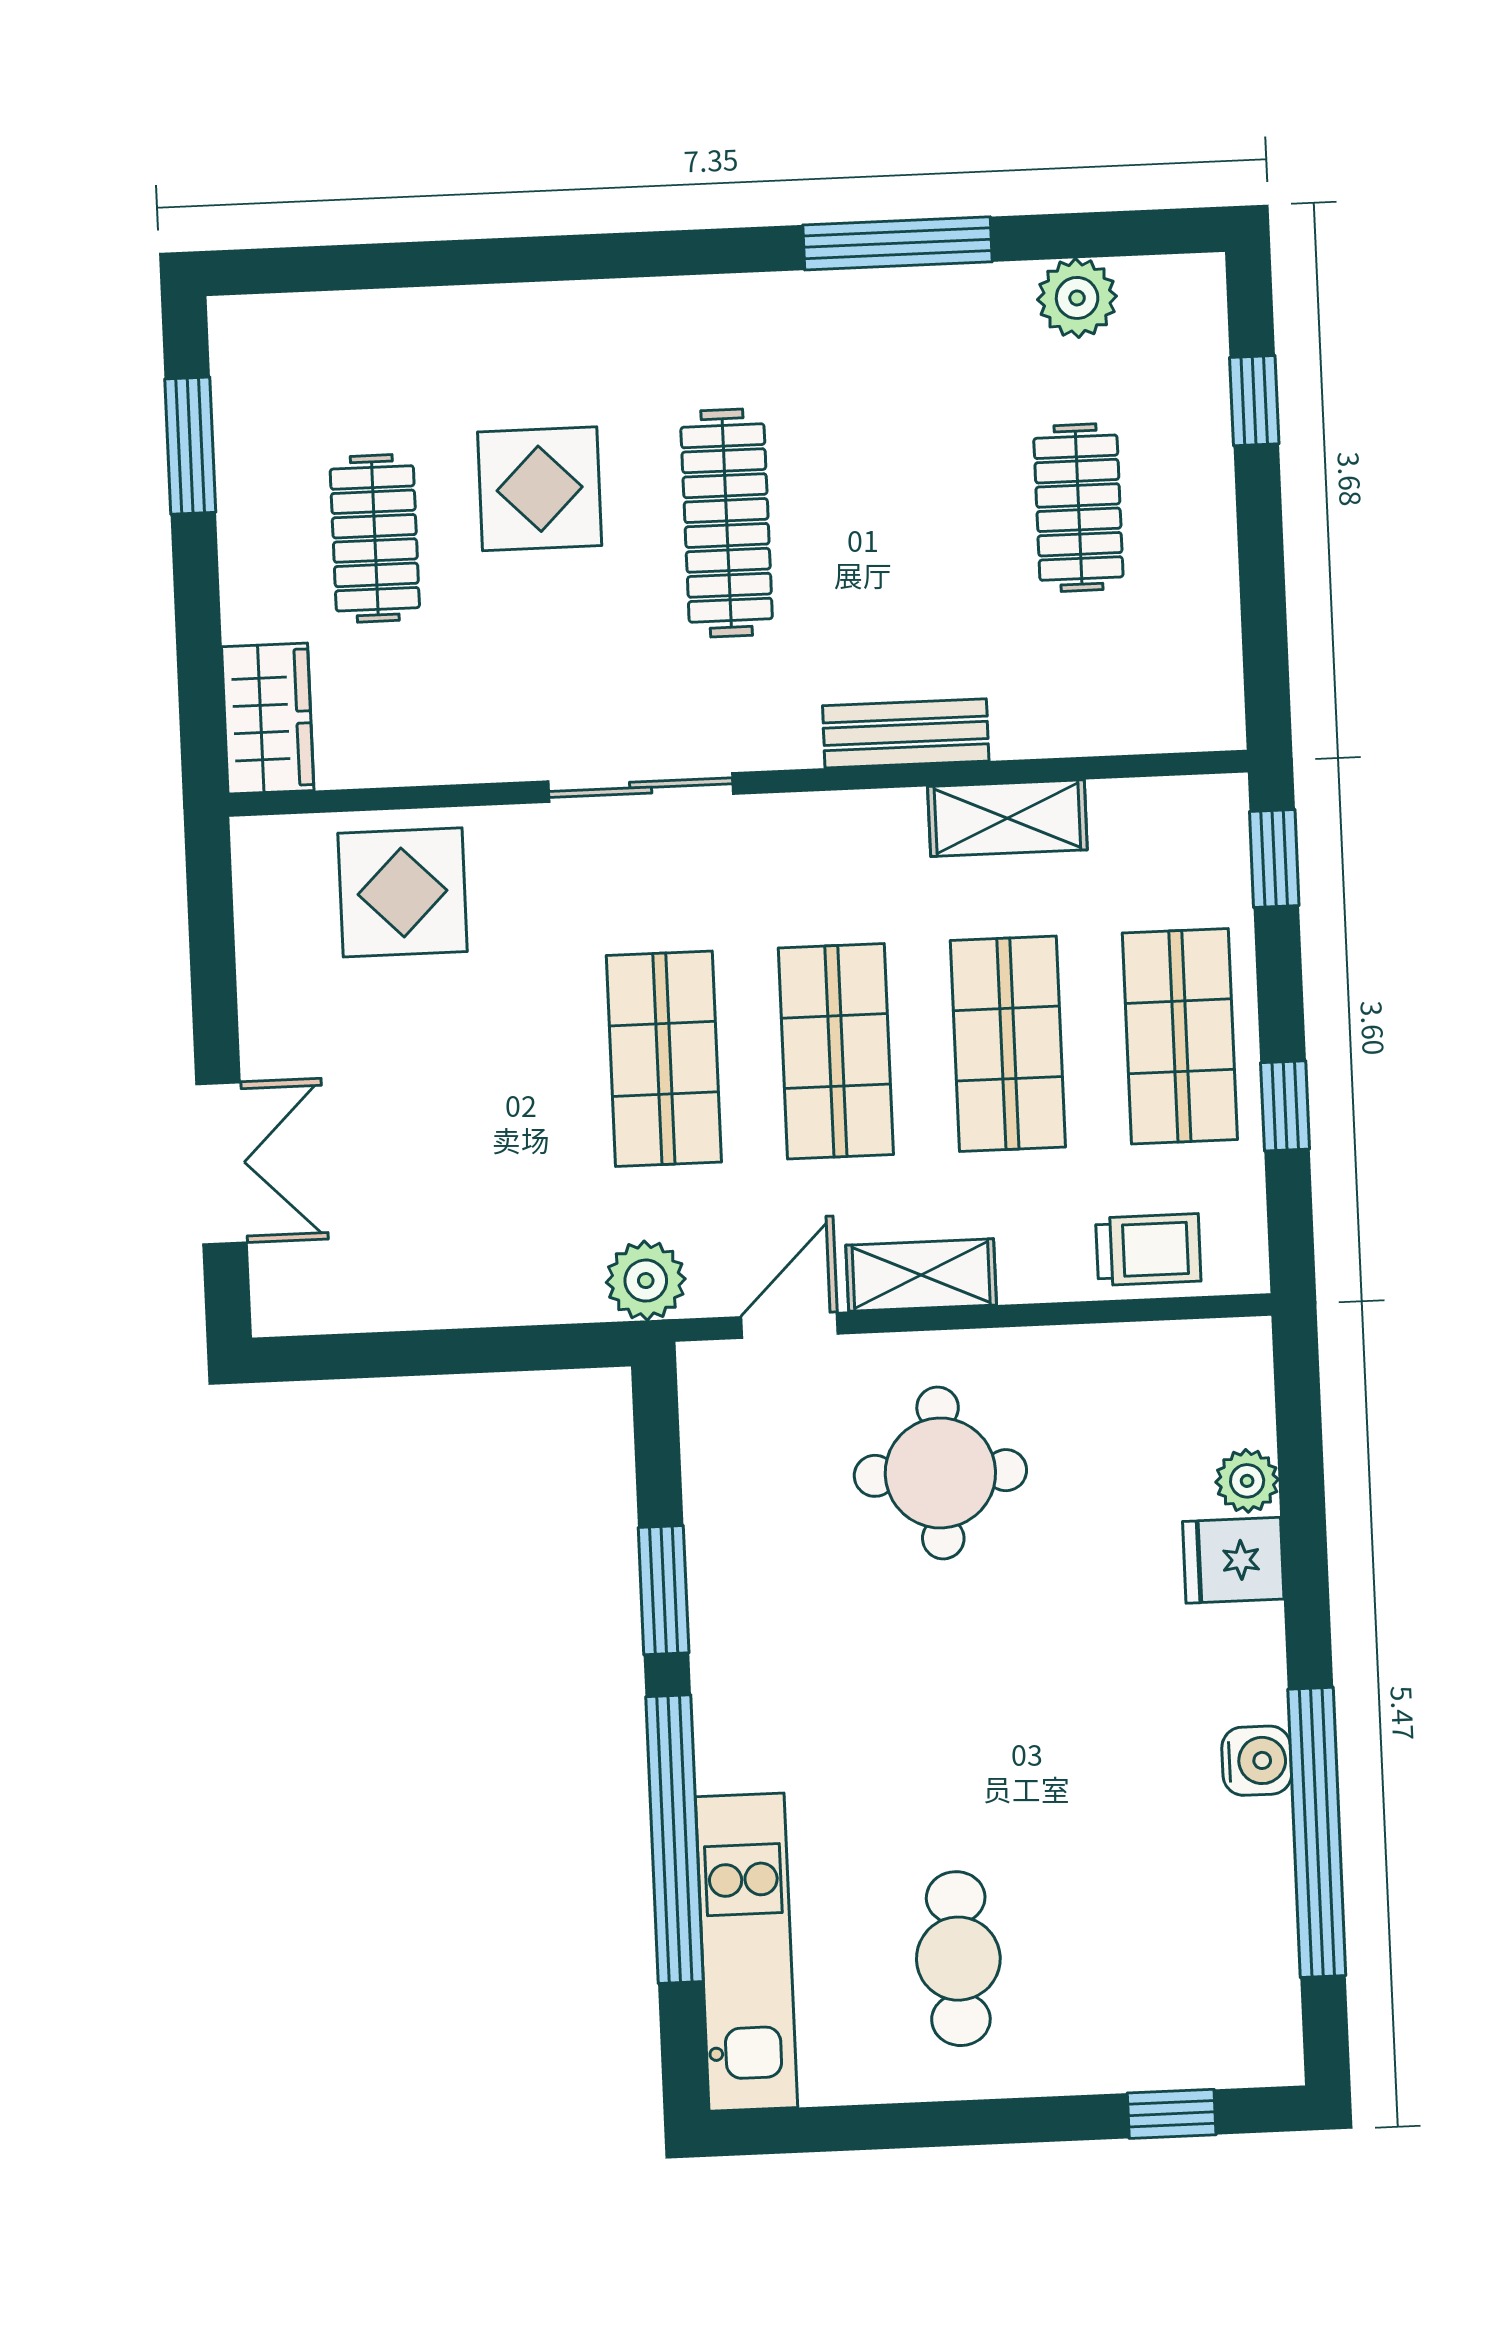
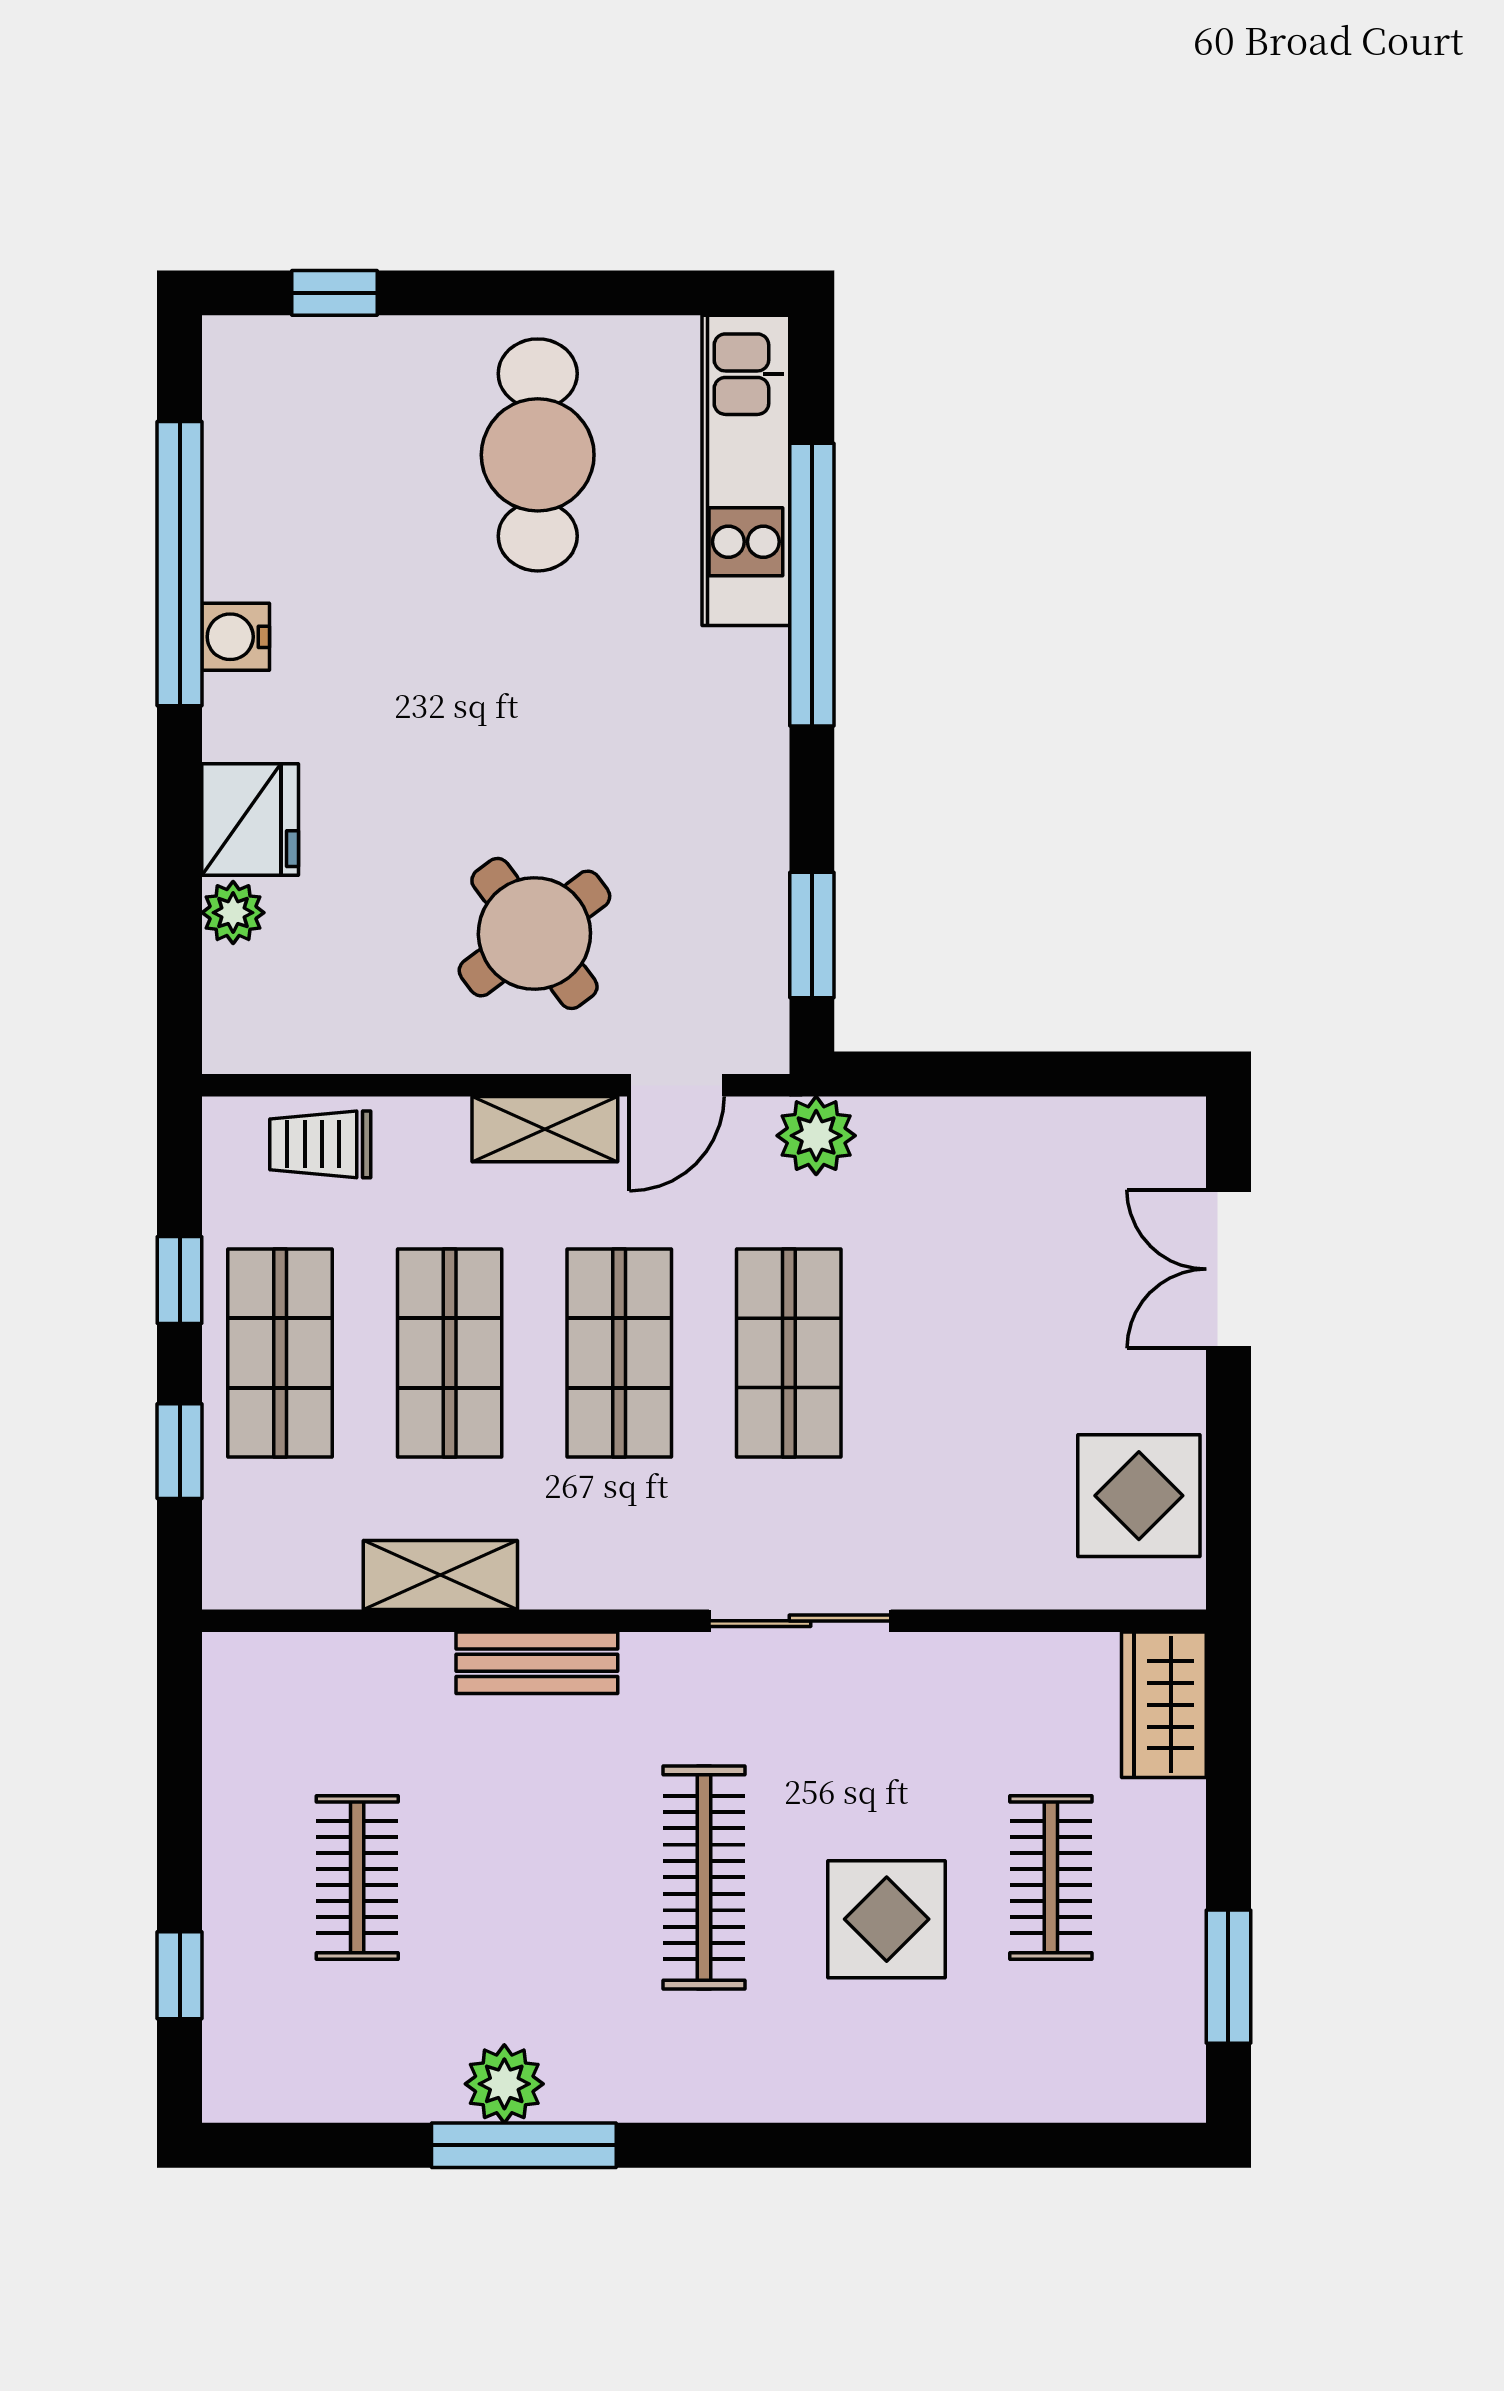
plant: (1077, 298) -> (504, 2084), moved
window: (1274, 858) -> (180, 1451), moved
display table: (403, 892) -> (1139, 1496), moved
round table: (940, 1473) -> (534, 933), turned -37
fridge: (1233, 1560) -> (250, 819), width x1.38
window: (664, 1590) -> (812, 935), moved
cafe table: (958, 1959) -> (538, 455), width x1.37, depth x1.35

